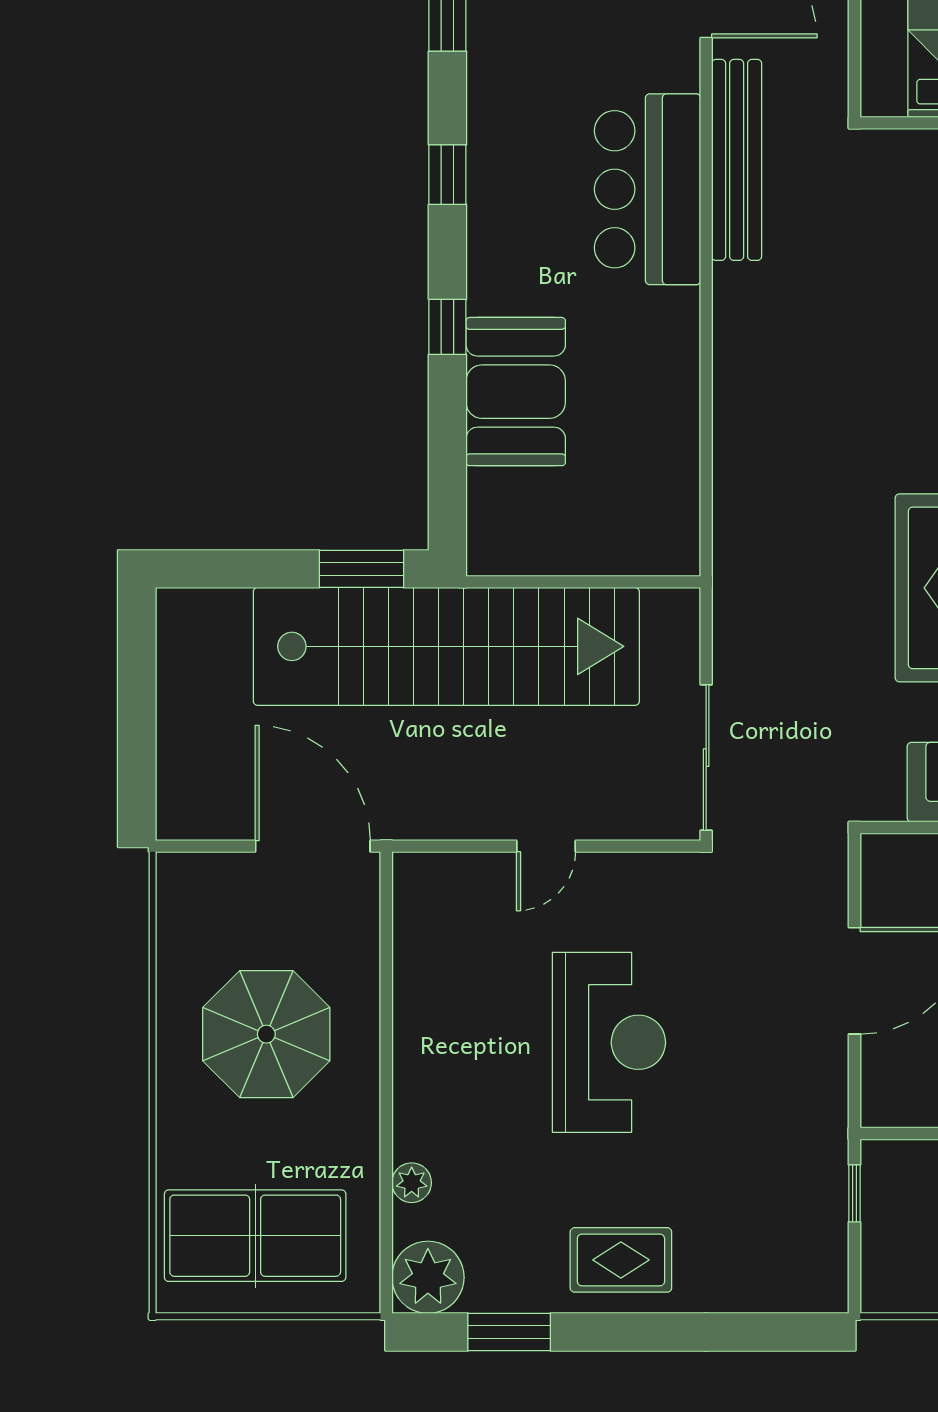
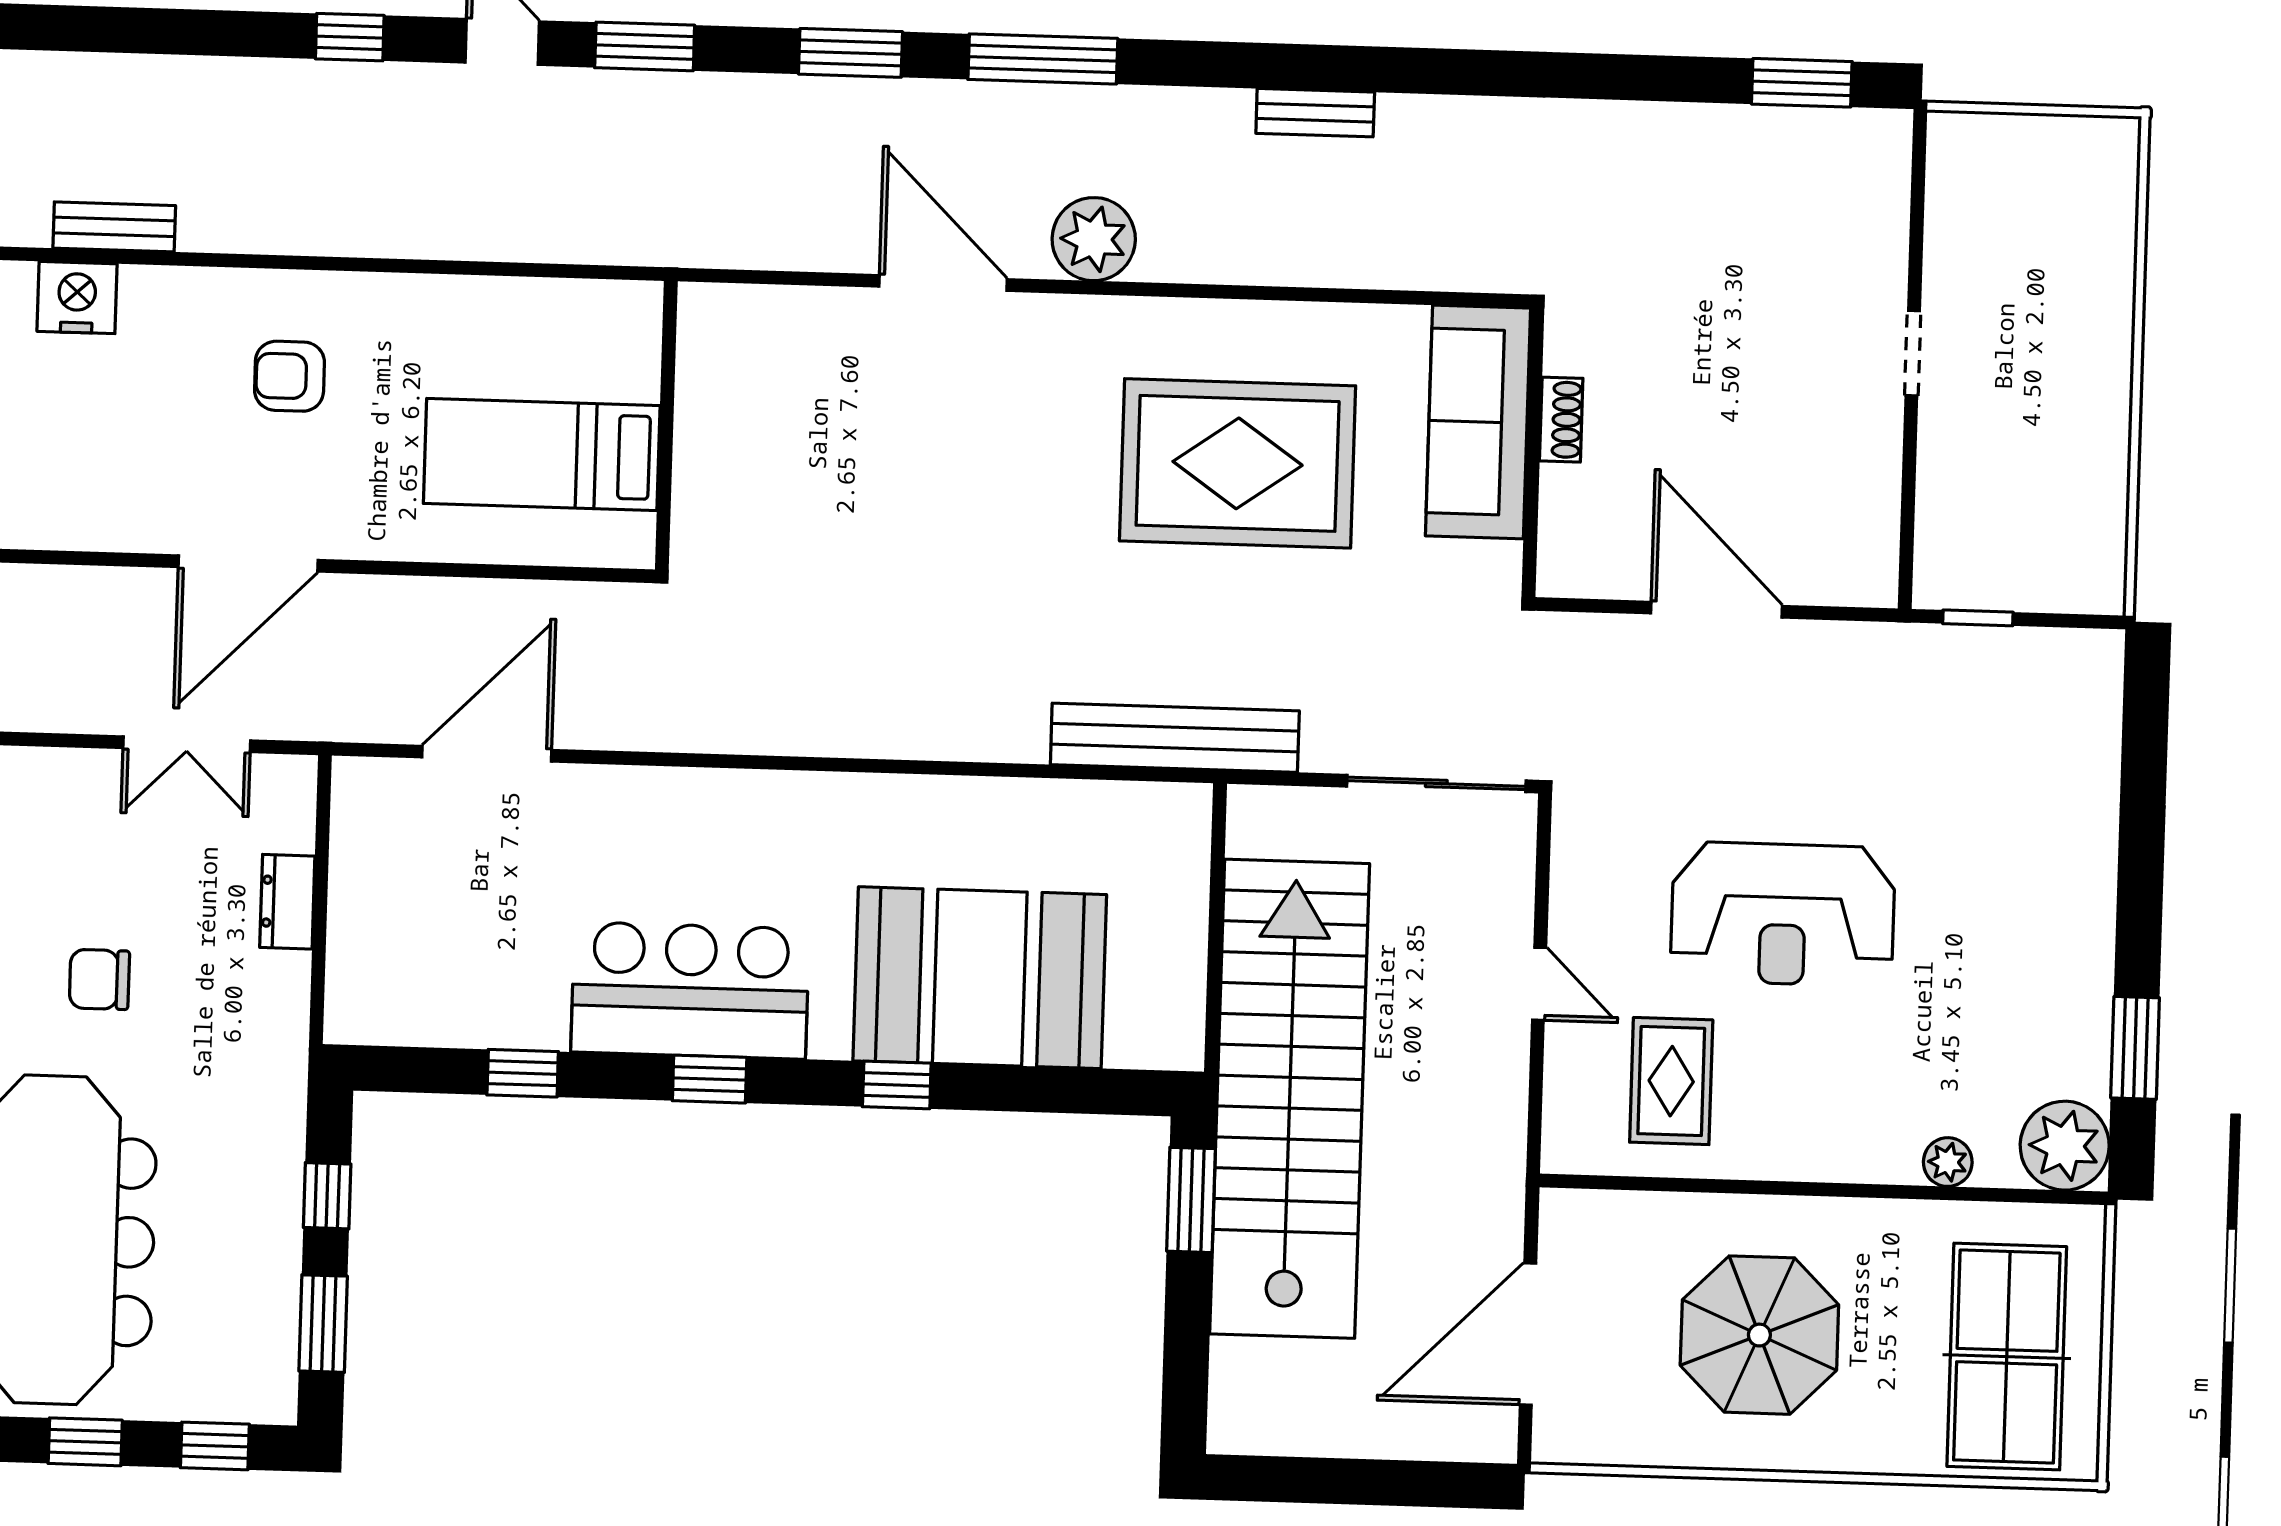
bench: (737, 160) -> (1175, 738), moved
bar counter: (648, 189) -> (690, 990), moved, turned 180
booth: (516, 392) -> (980, 978), width x1.36, depth x1.42
door: (313, 846) -> (1528, 1334), moved
reception desk: (609, 1042) -> (1783, 914), turned 180
rug: (621, 1260) -> (1671, 1081), moved

